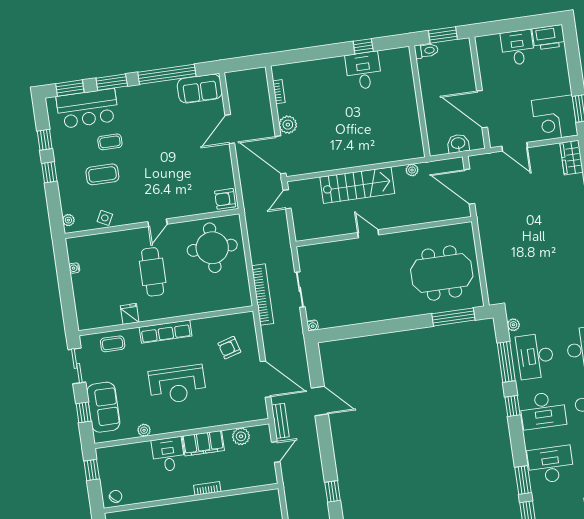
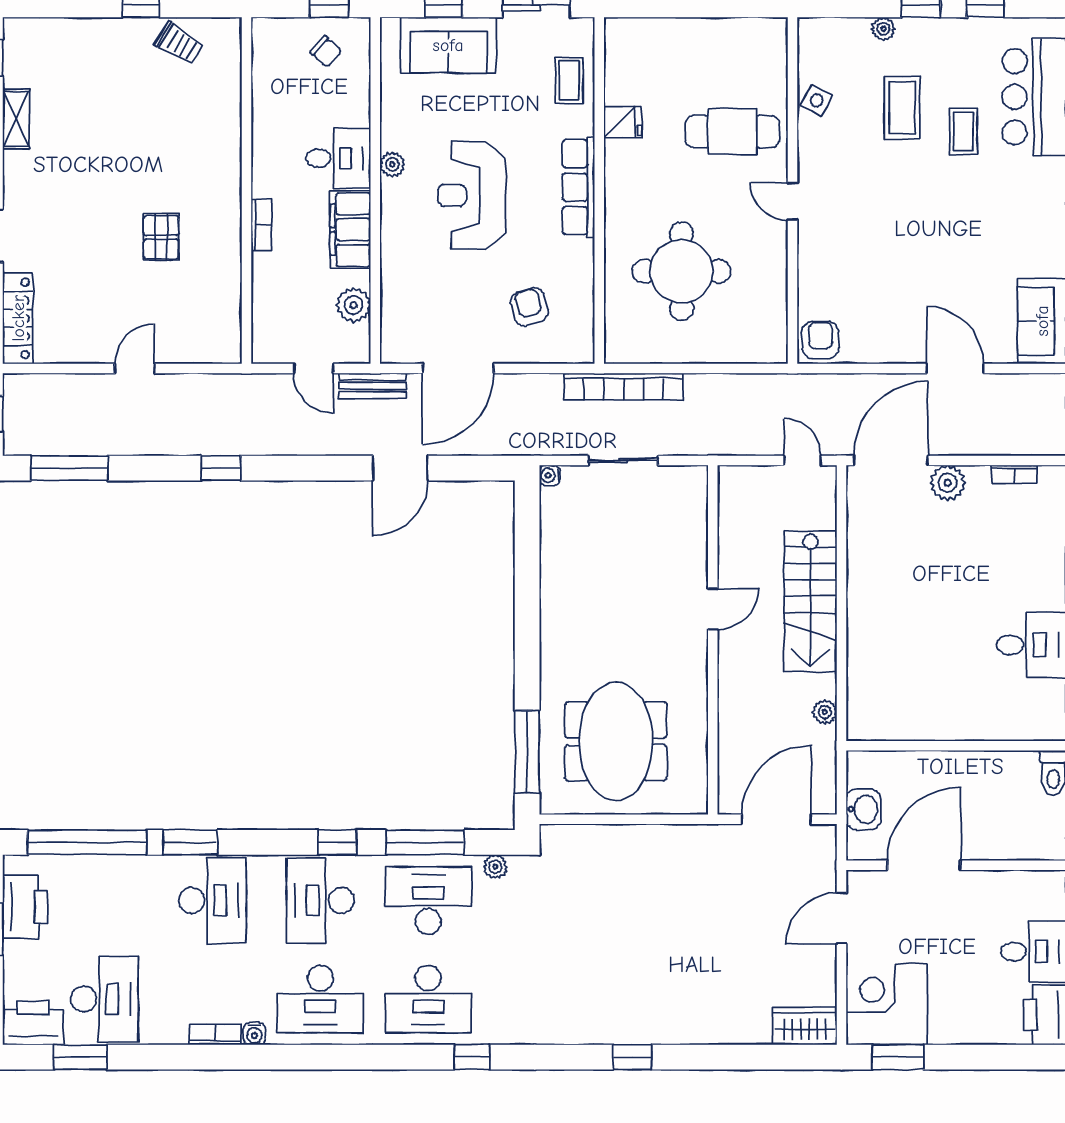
plant: (68, 220) -> (883, 29), moved
round table: (212, 248) -> (681, 271), moved
water cooler: (74, 268) -> (727, 27), removed
cafe table: (153, 272) -> (732, 132), moved
plant: (144, 430) -> (392, 164), moved
chair: (116, 496) -> (326, 51), moved

